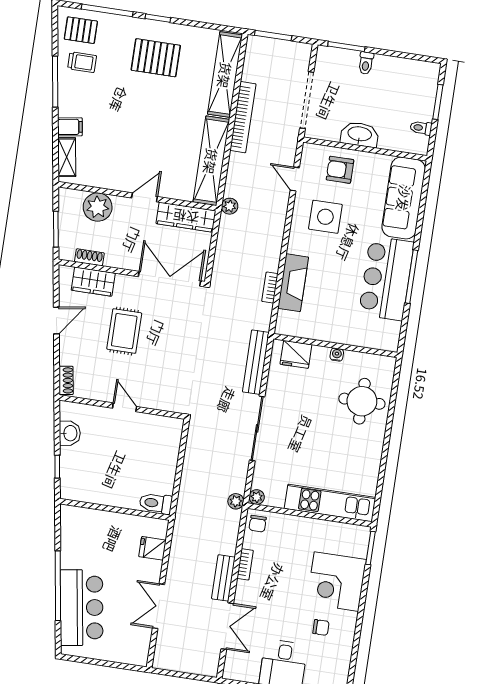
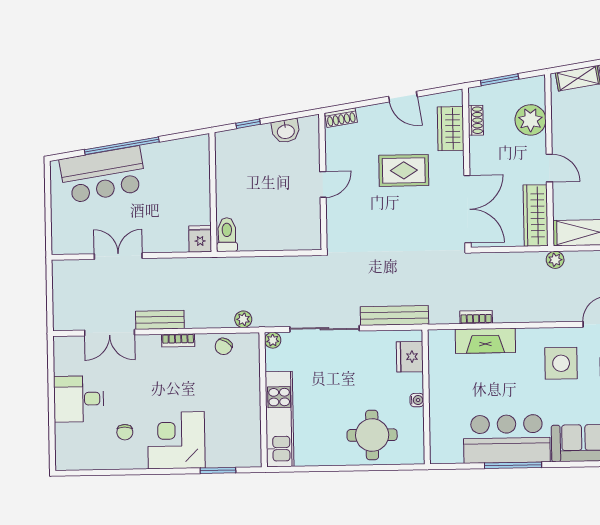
plant: (257, 497) -> (273, 340), moved
kitchen unit: (330, 503) -> (280, 419), moved
wall: (310, 515) -> (263, 400), moved
chair: (258, 524) -> (224, 346), turned -58
fridge: (152, 548) -> (200, 239), moved

